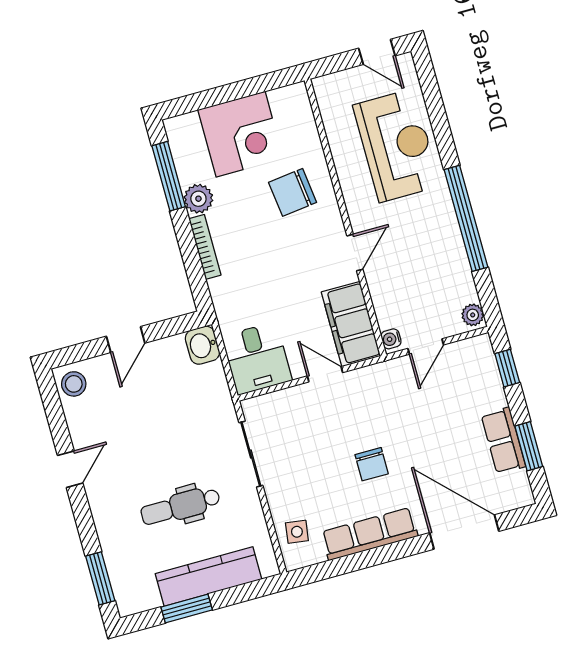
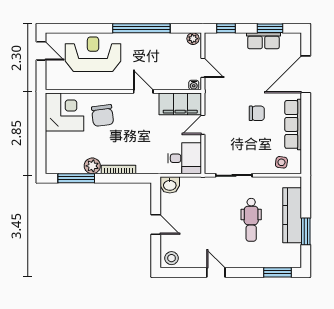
door: (377, 52) -> (41, 51), hinge flipped
corner desk: (241, 134) -> (65, 112), moved

